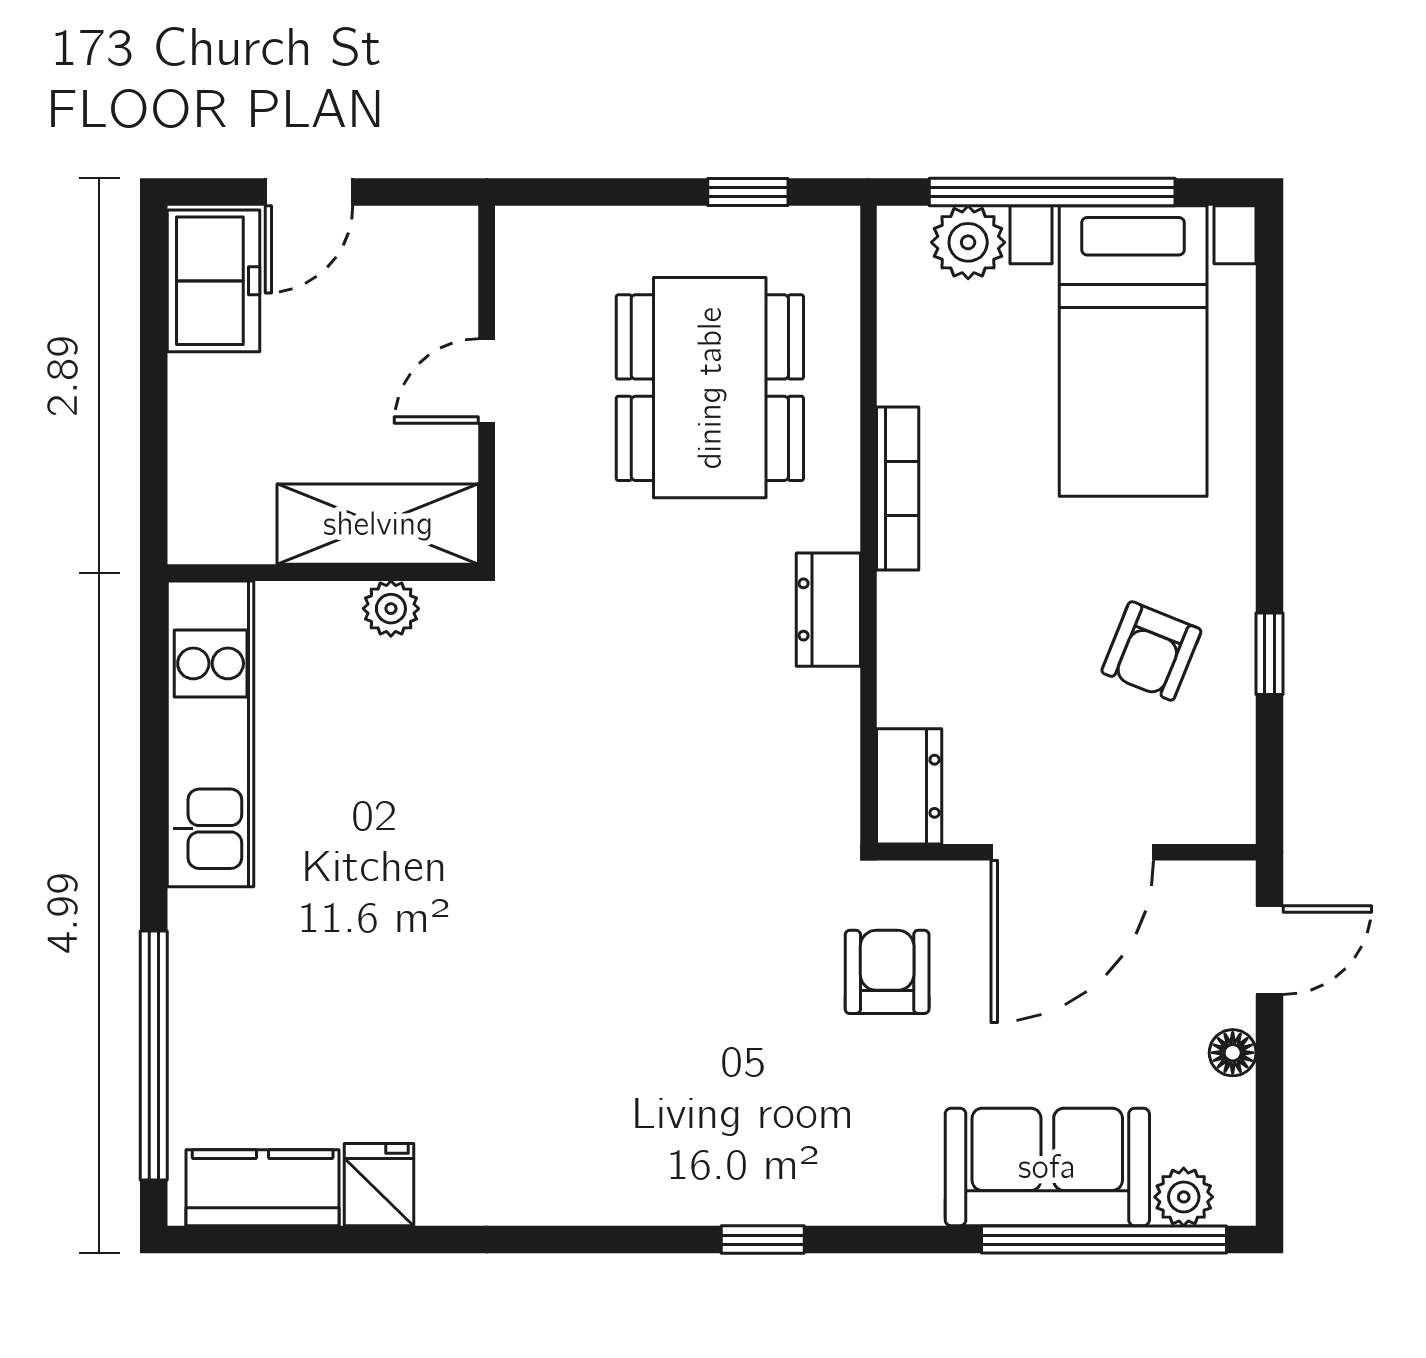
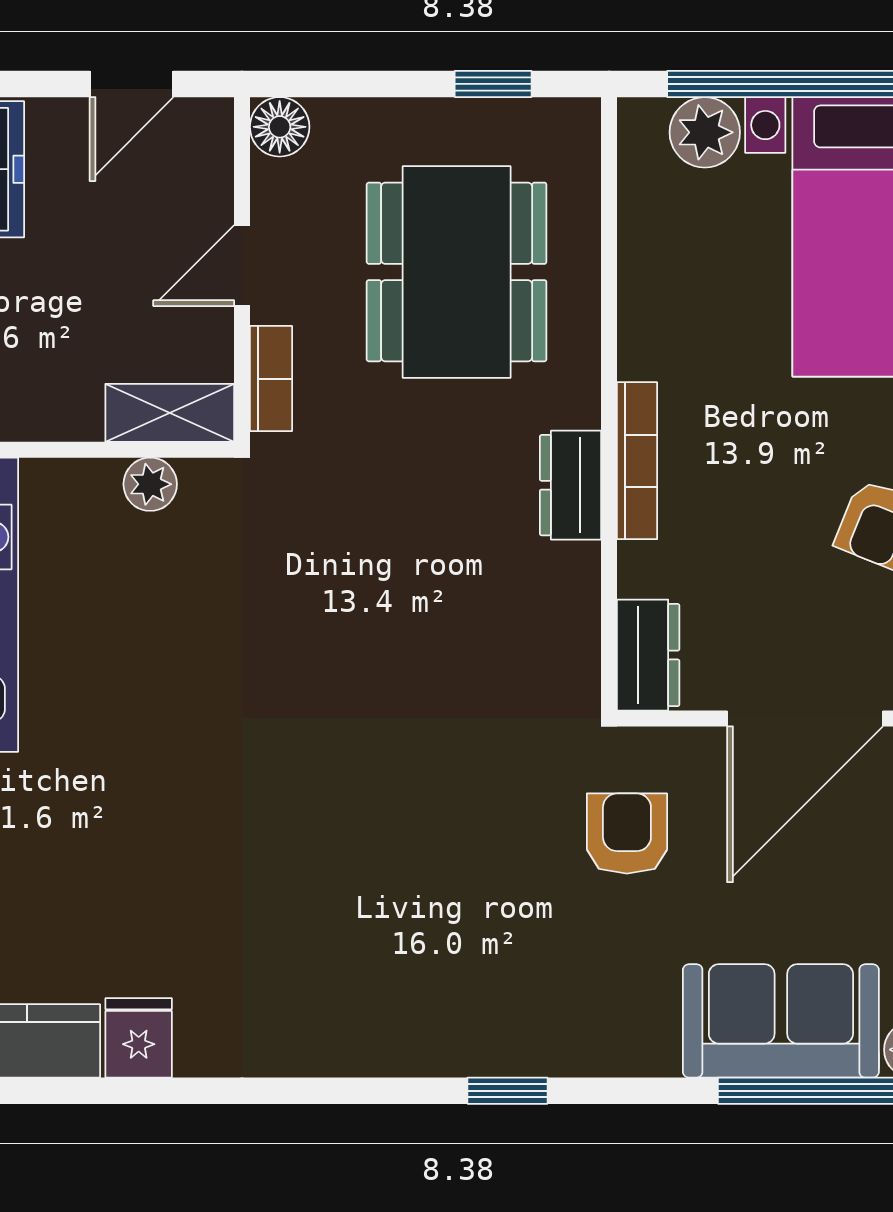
door: (309, 192) -> (132, 84), moved
floor lamp: (526, 237) -> (280, 127), added
bookcase: (898, 489) -> (637, 461), moved
bookcase: (517, 499) -> (271, 379), added
shelving: (378, 524) -> (170, 413), width x0.67, depth x0.75

